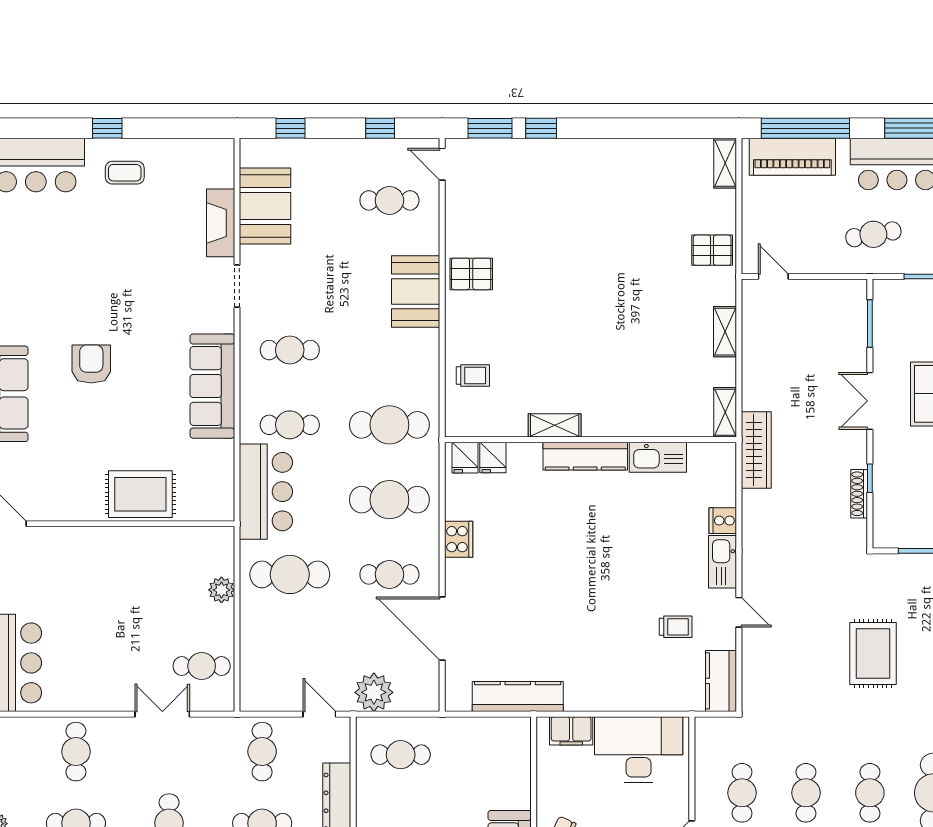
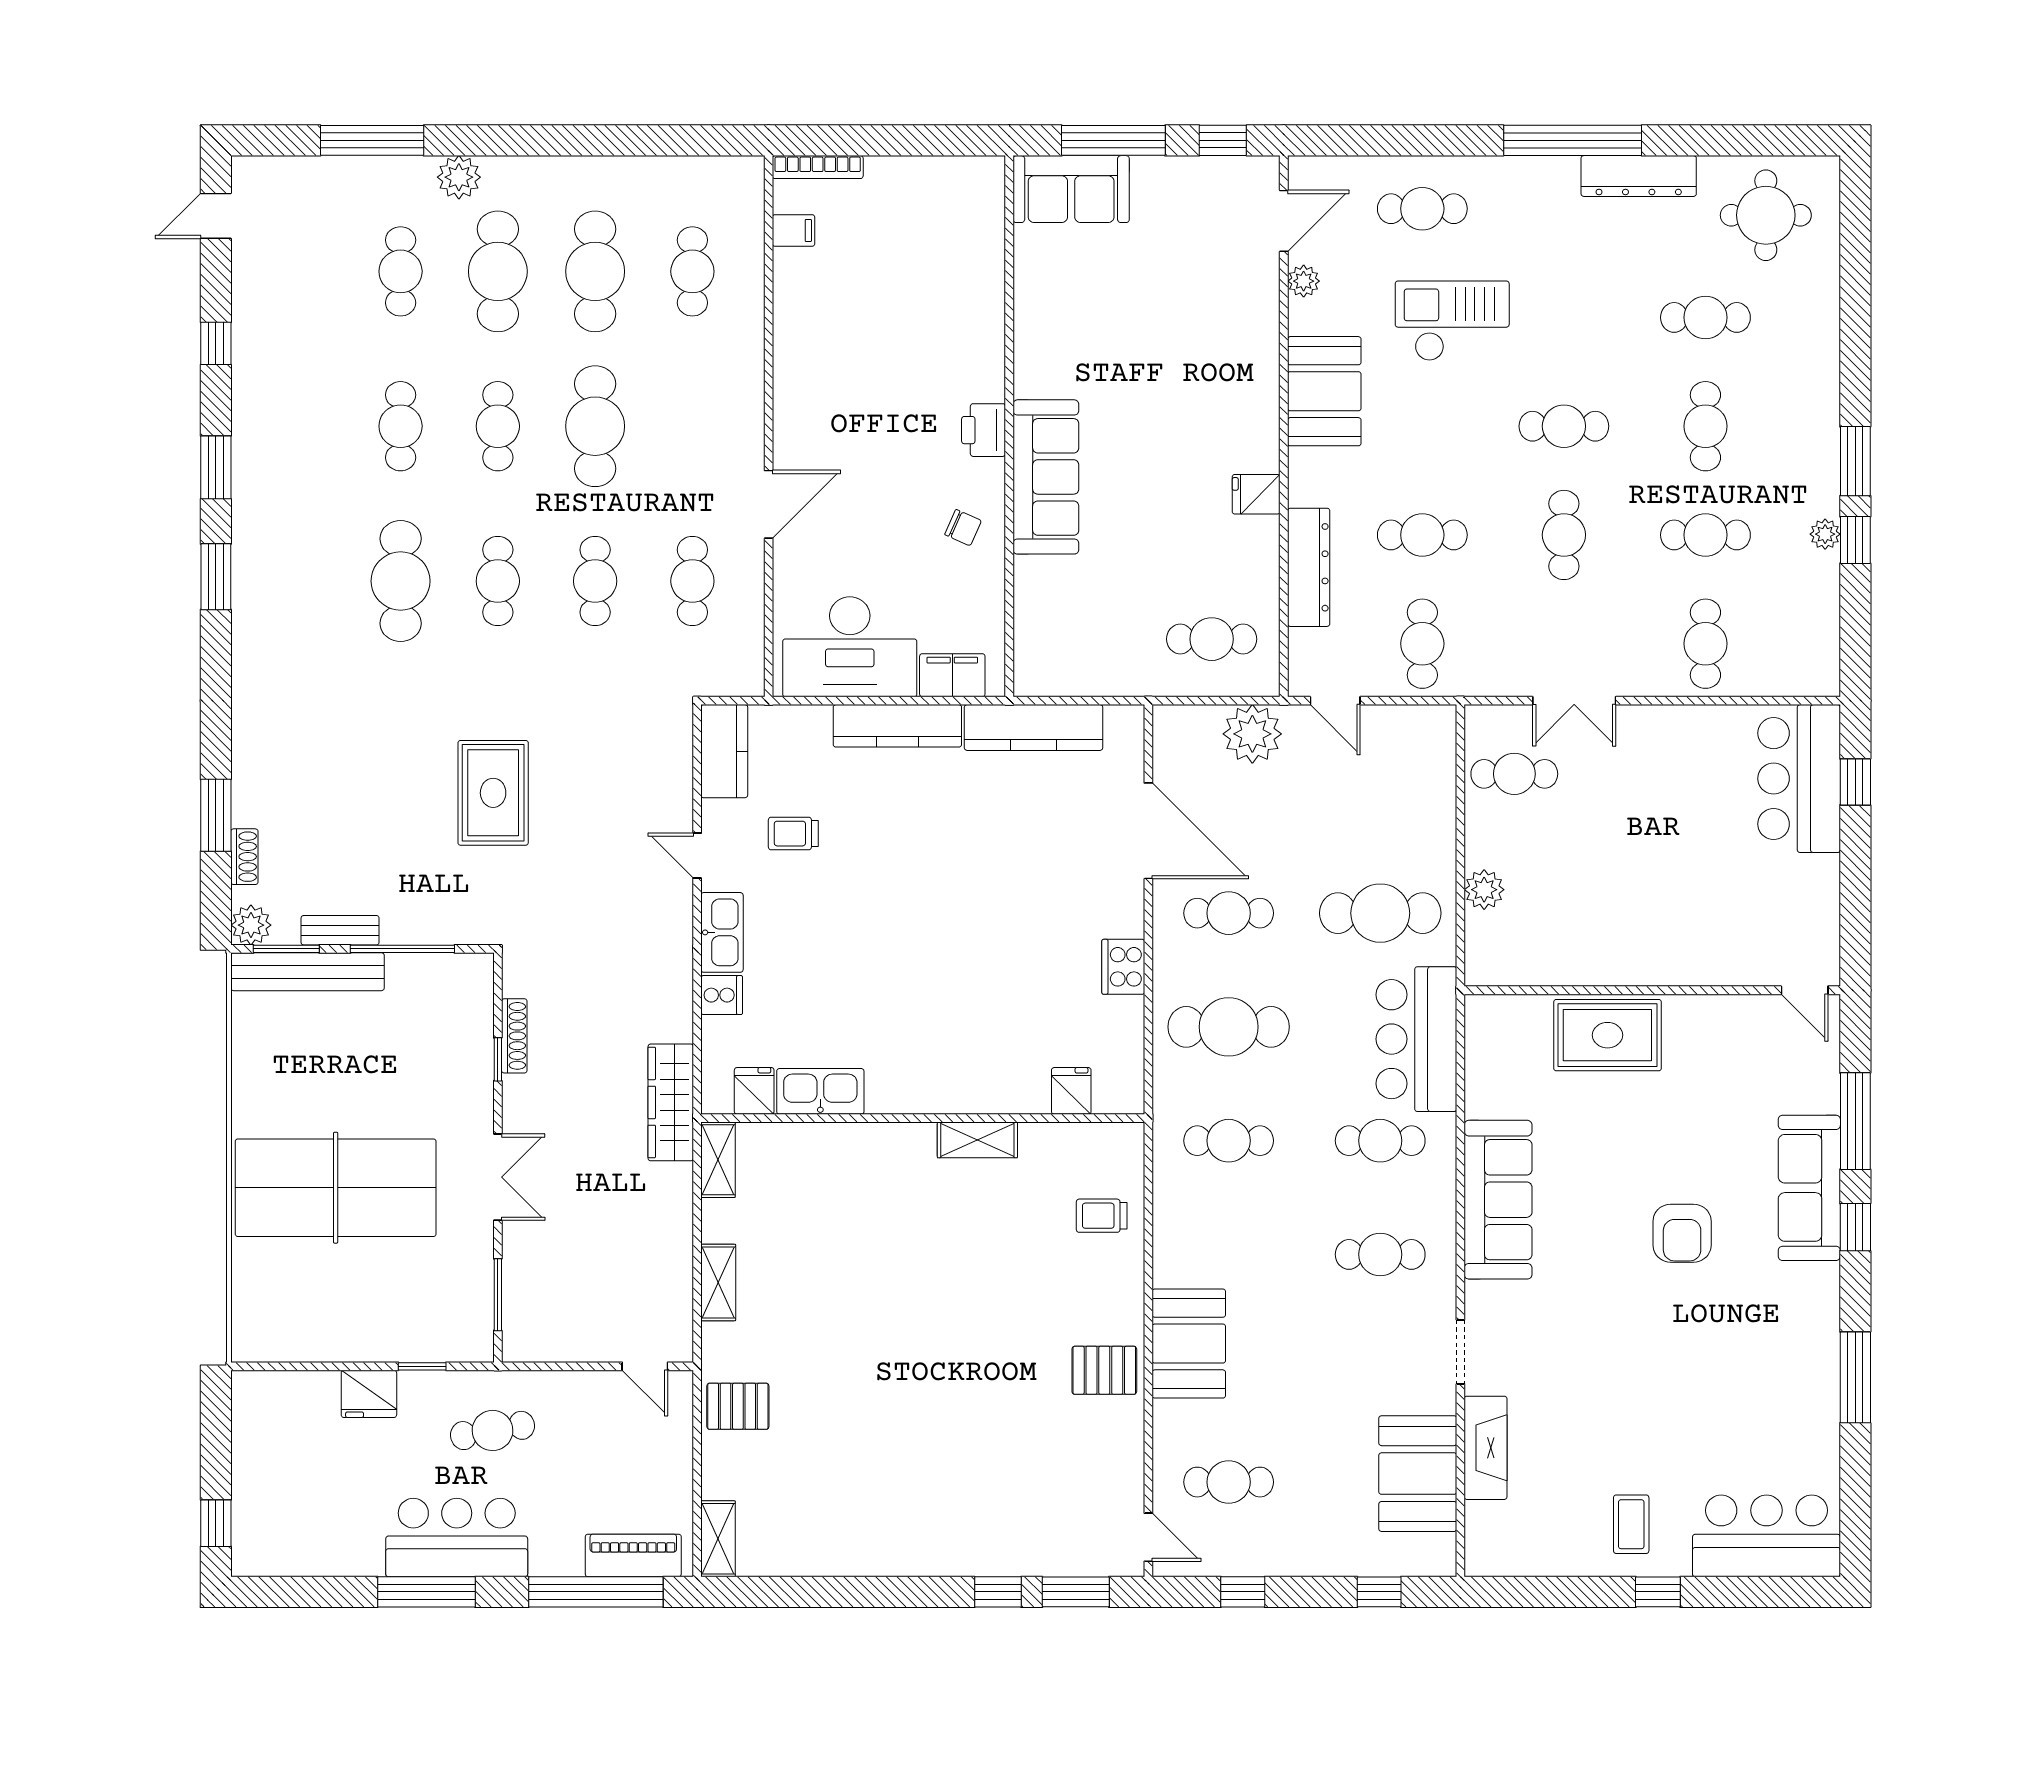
piano: (792, 157) -> (633, 1555), width x0.73, depth x0.75
coffee table: (125, 173) -> (1631, 1524), turned 90
cafe table: (389, 425) -> (1229, 1141), width x0.73, depth x0.74
kitchen counter: (585, 456) -> (897, 726), moved, turned 180
fridge: (465, 458) -> (754, 1091), moved

